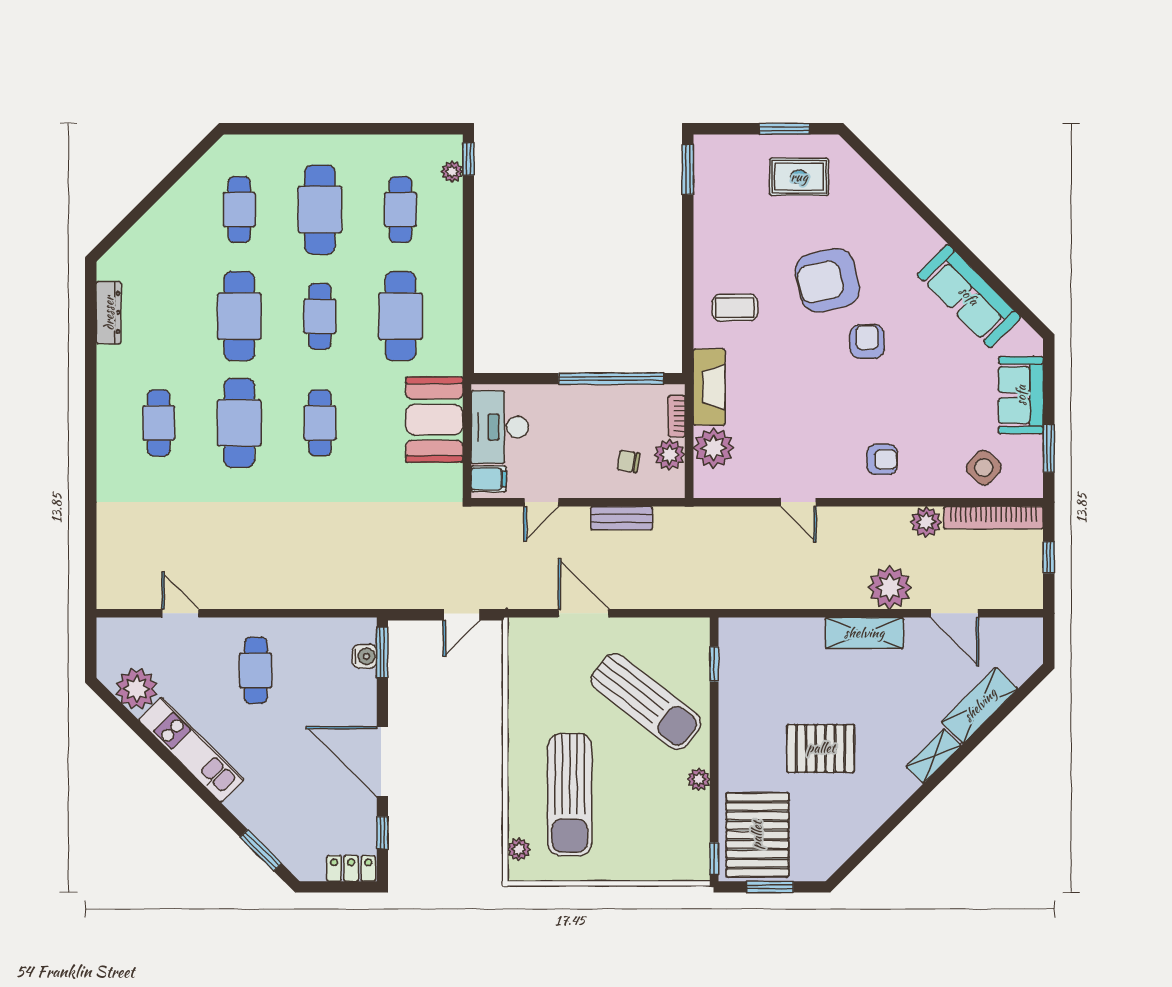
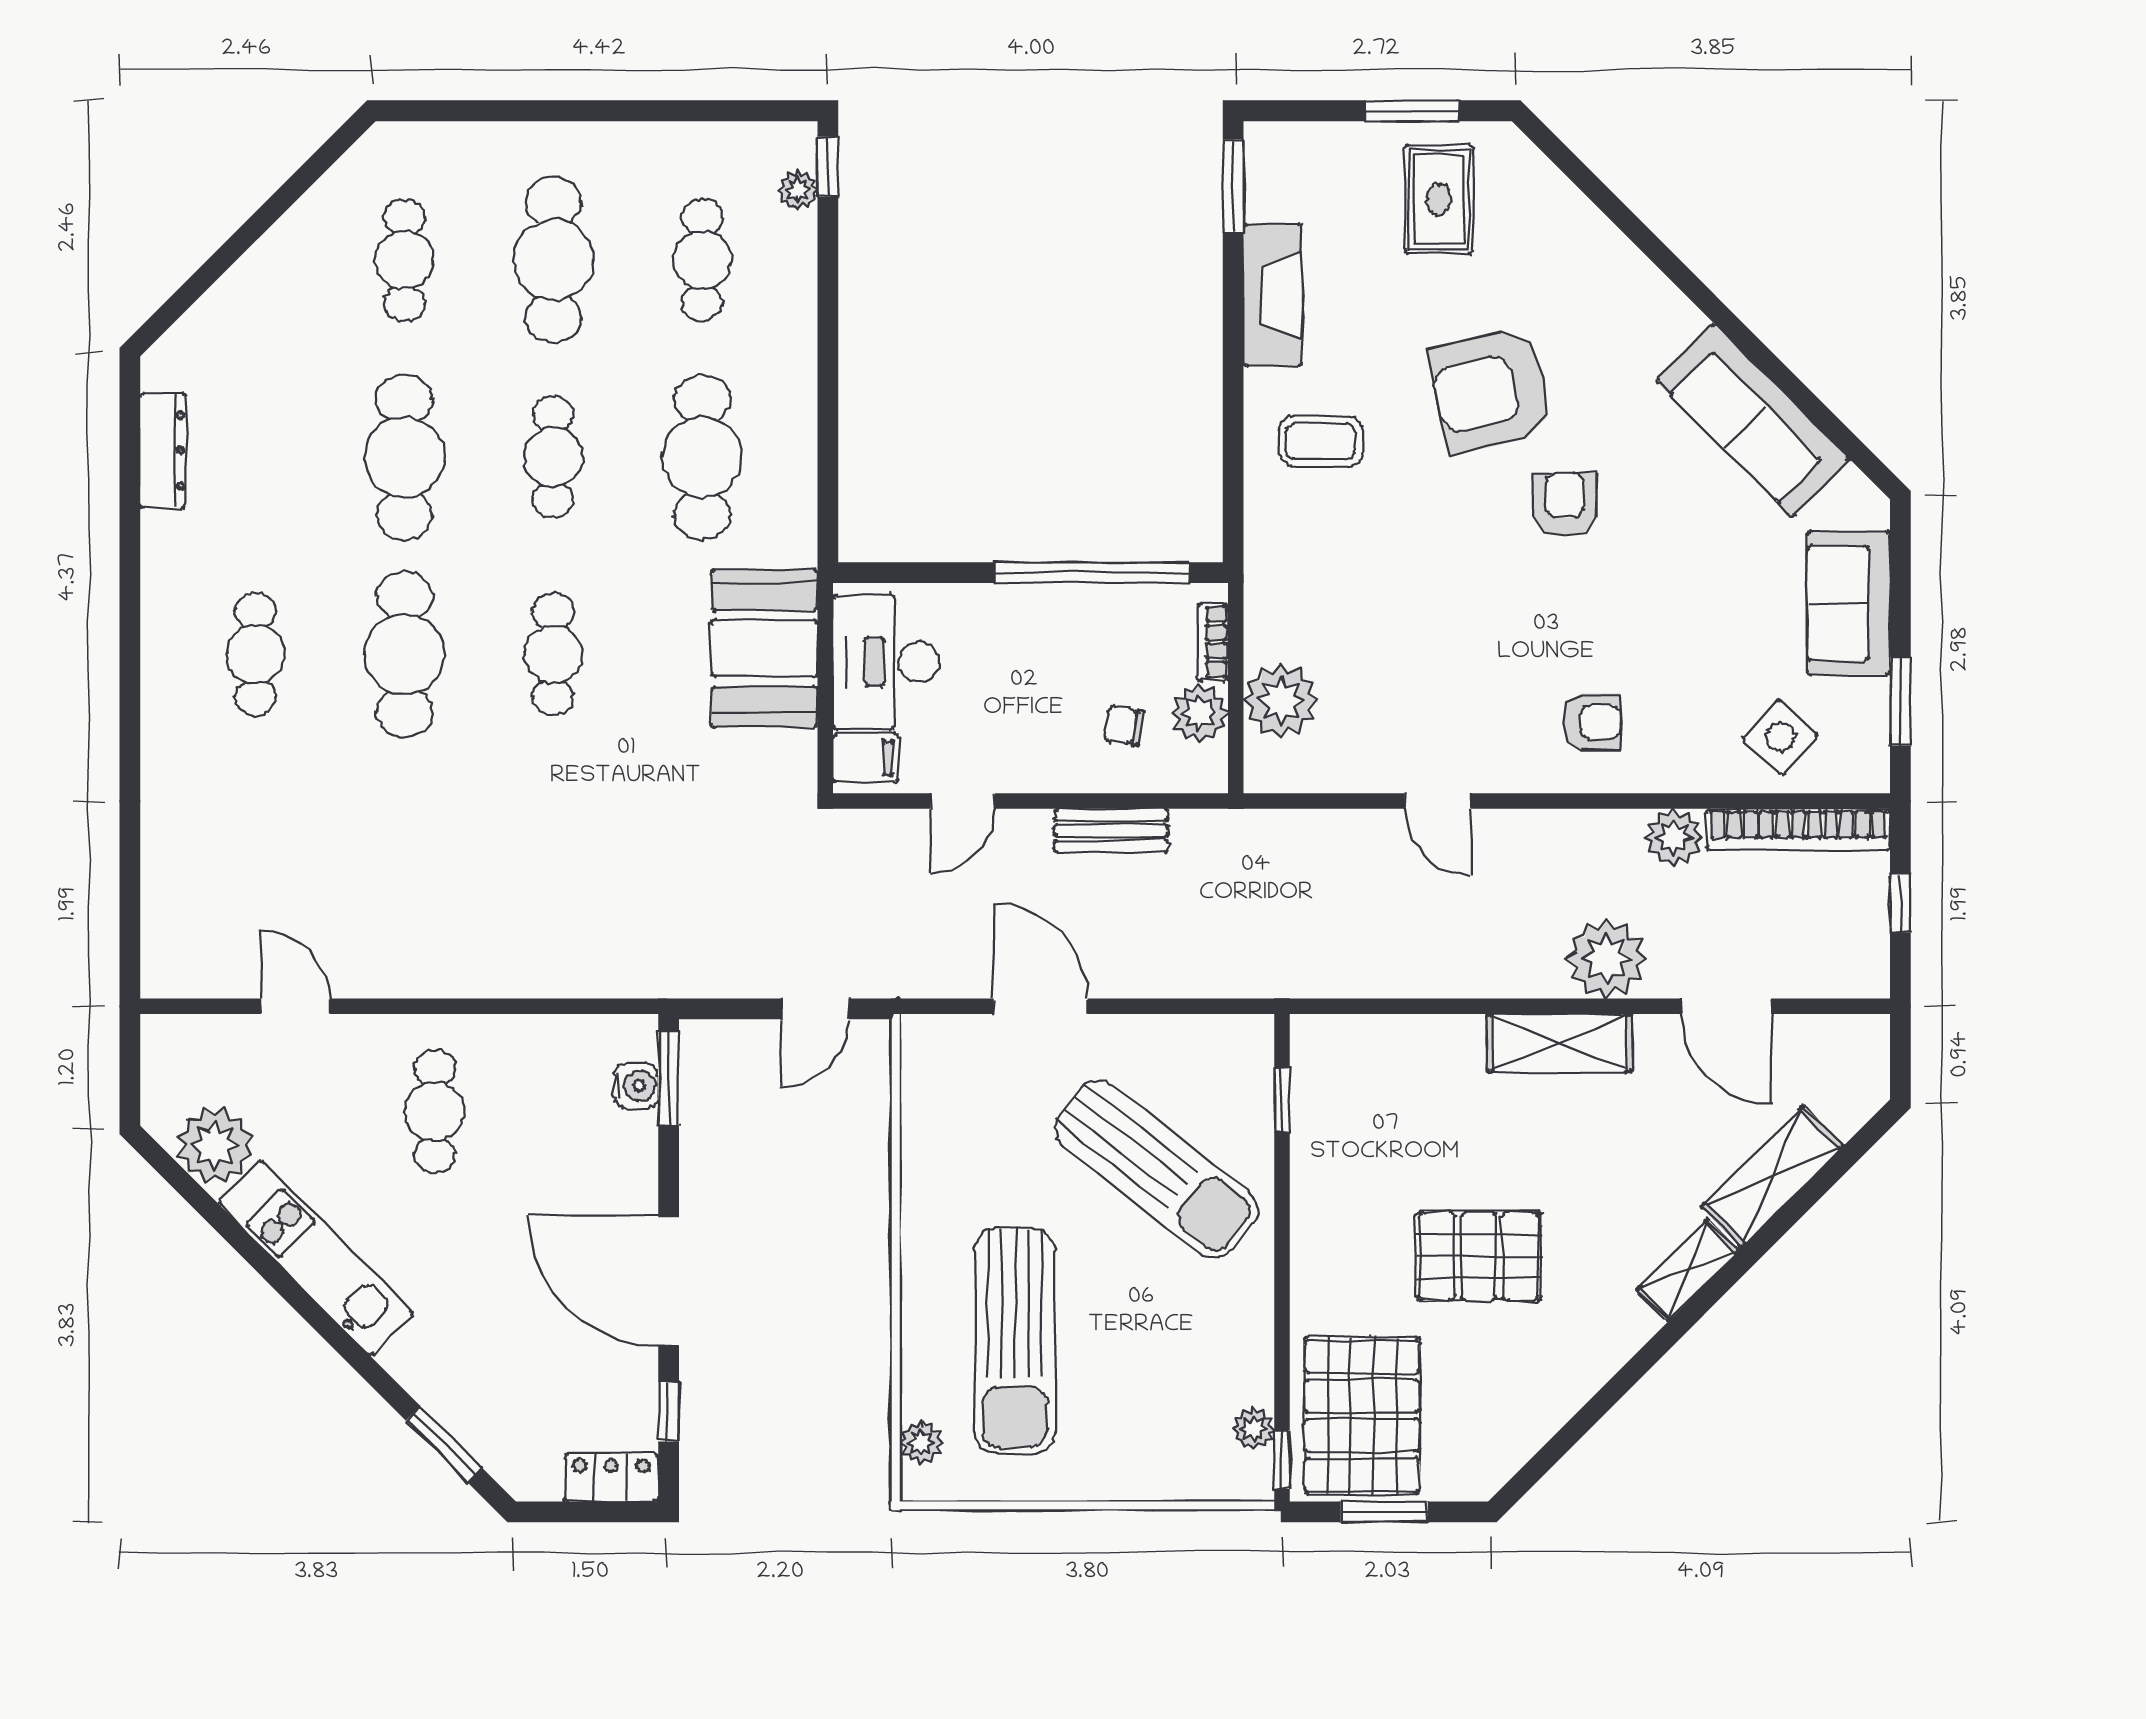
rug: (799, 177) -> (1439, 199), turned 90
fireplace: (709, 387) -> (1273, 295), moved
plant: (699, 779) -> (1253, 1429), moved

